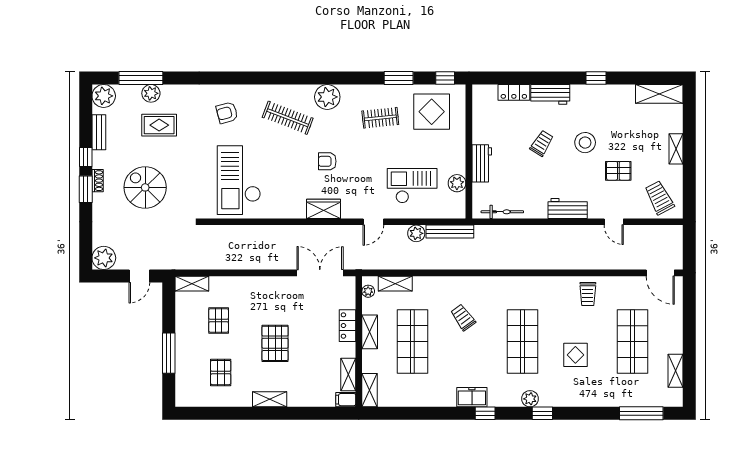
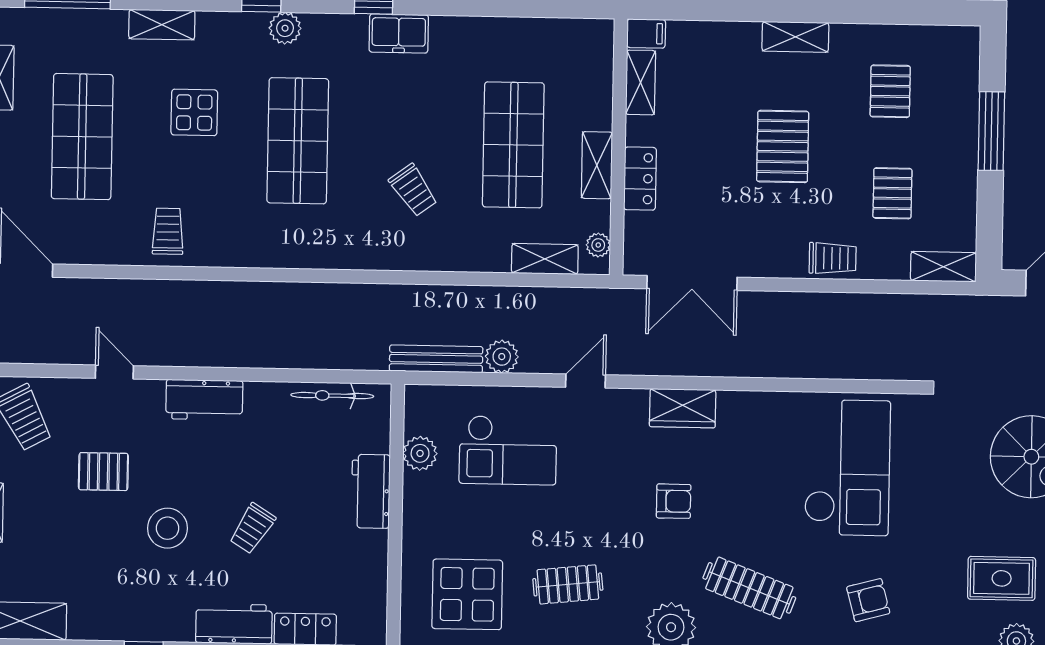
trolley: (248, 287) -> (833, 258), added
shelving: (370, 390) -> (162, 25), moved, turned 90

